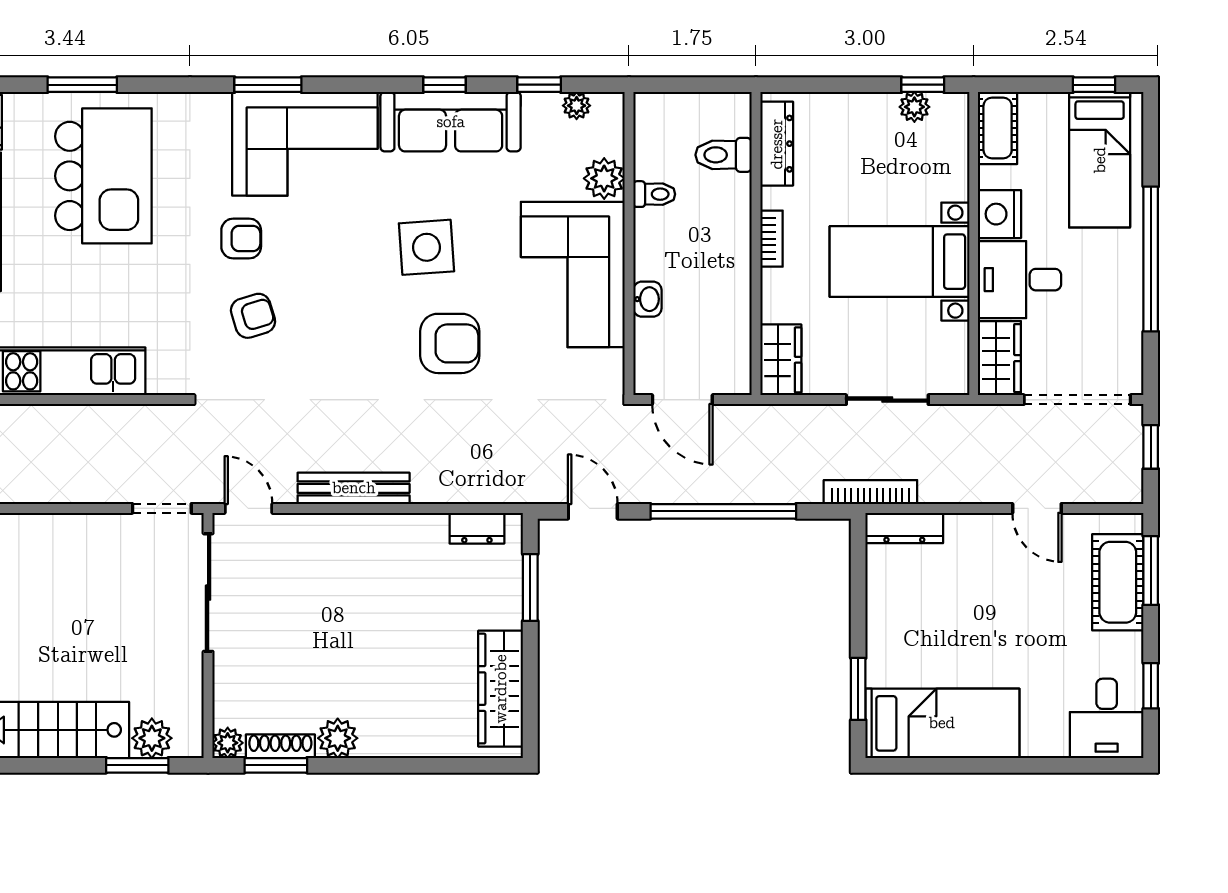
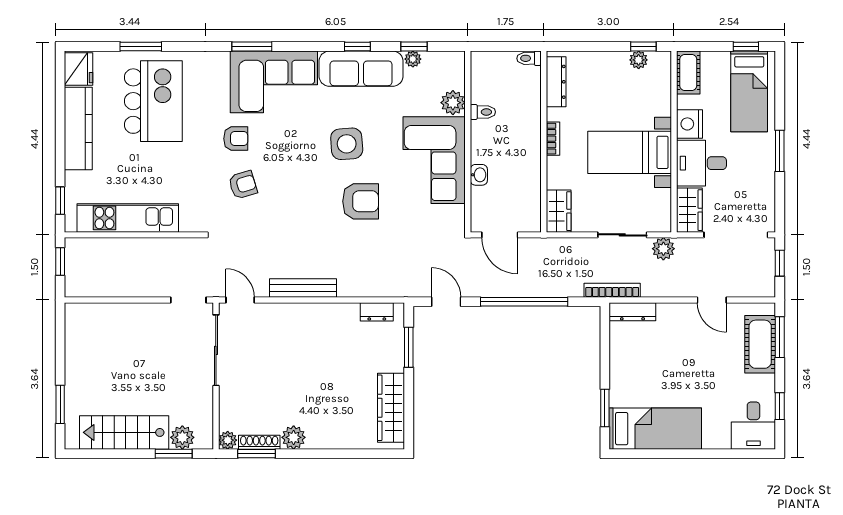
plant: (577, 106) -> (413, 59), moved
toilet: (724, 155) -> (529, 58), moved, width x0.73, depth x0.72
window: (1151, 259) -> (780, 151), width x0.47
plant: (956, 423) -> (663, 249), added

